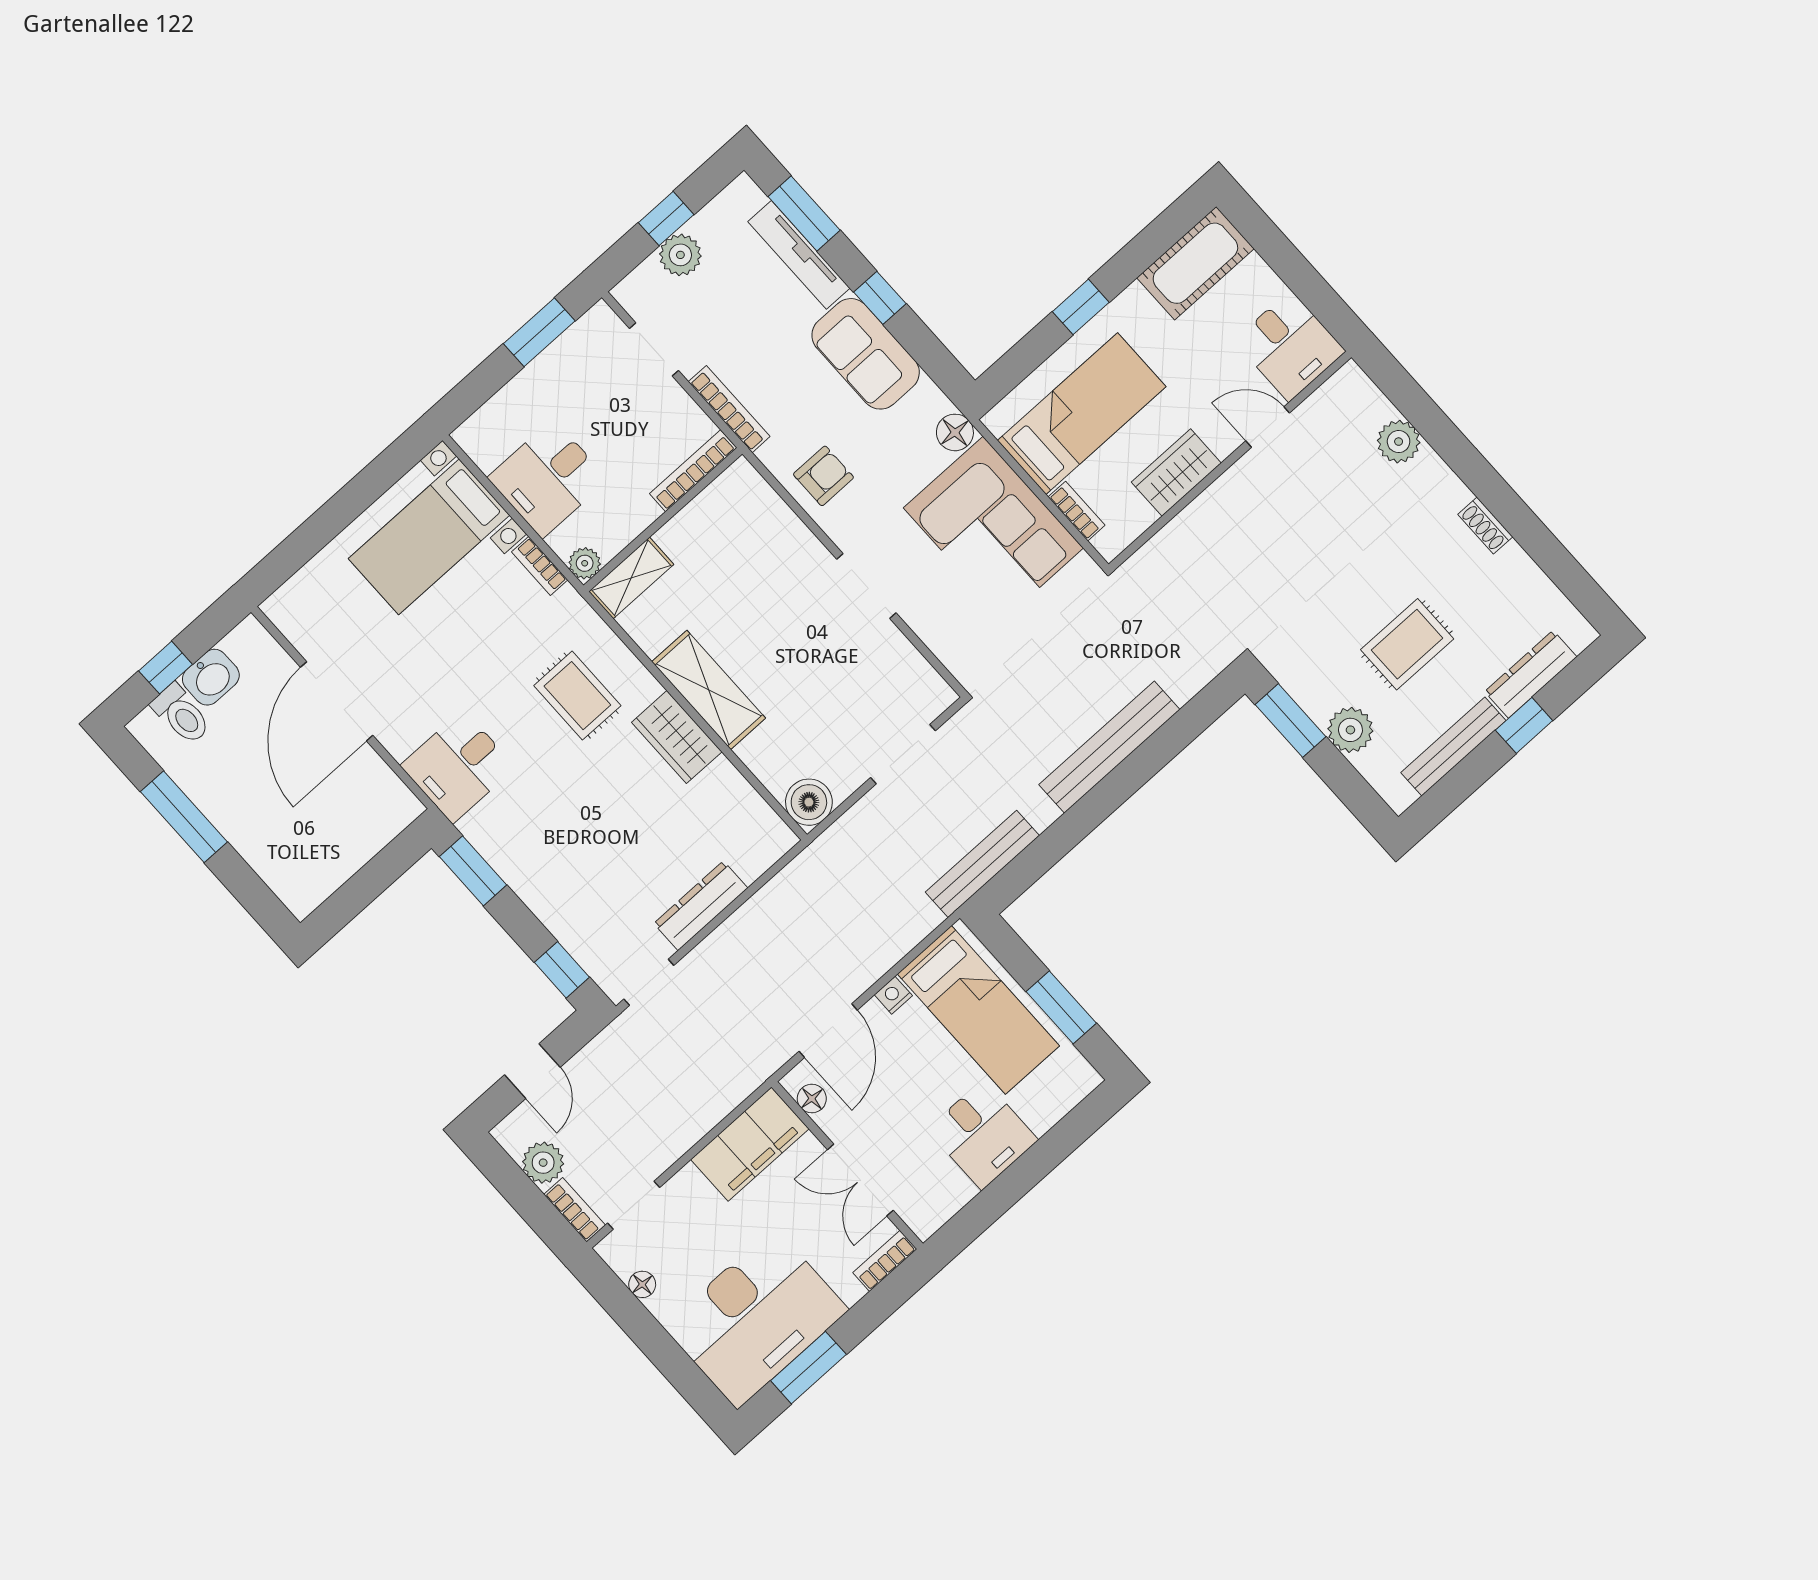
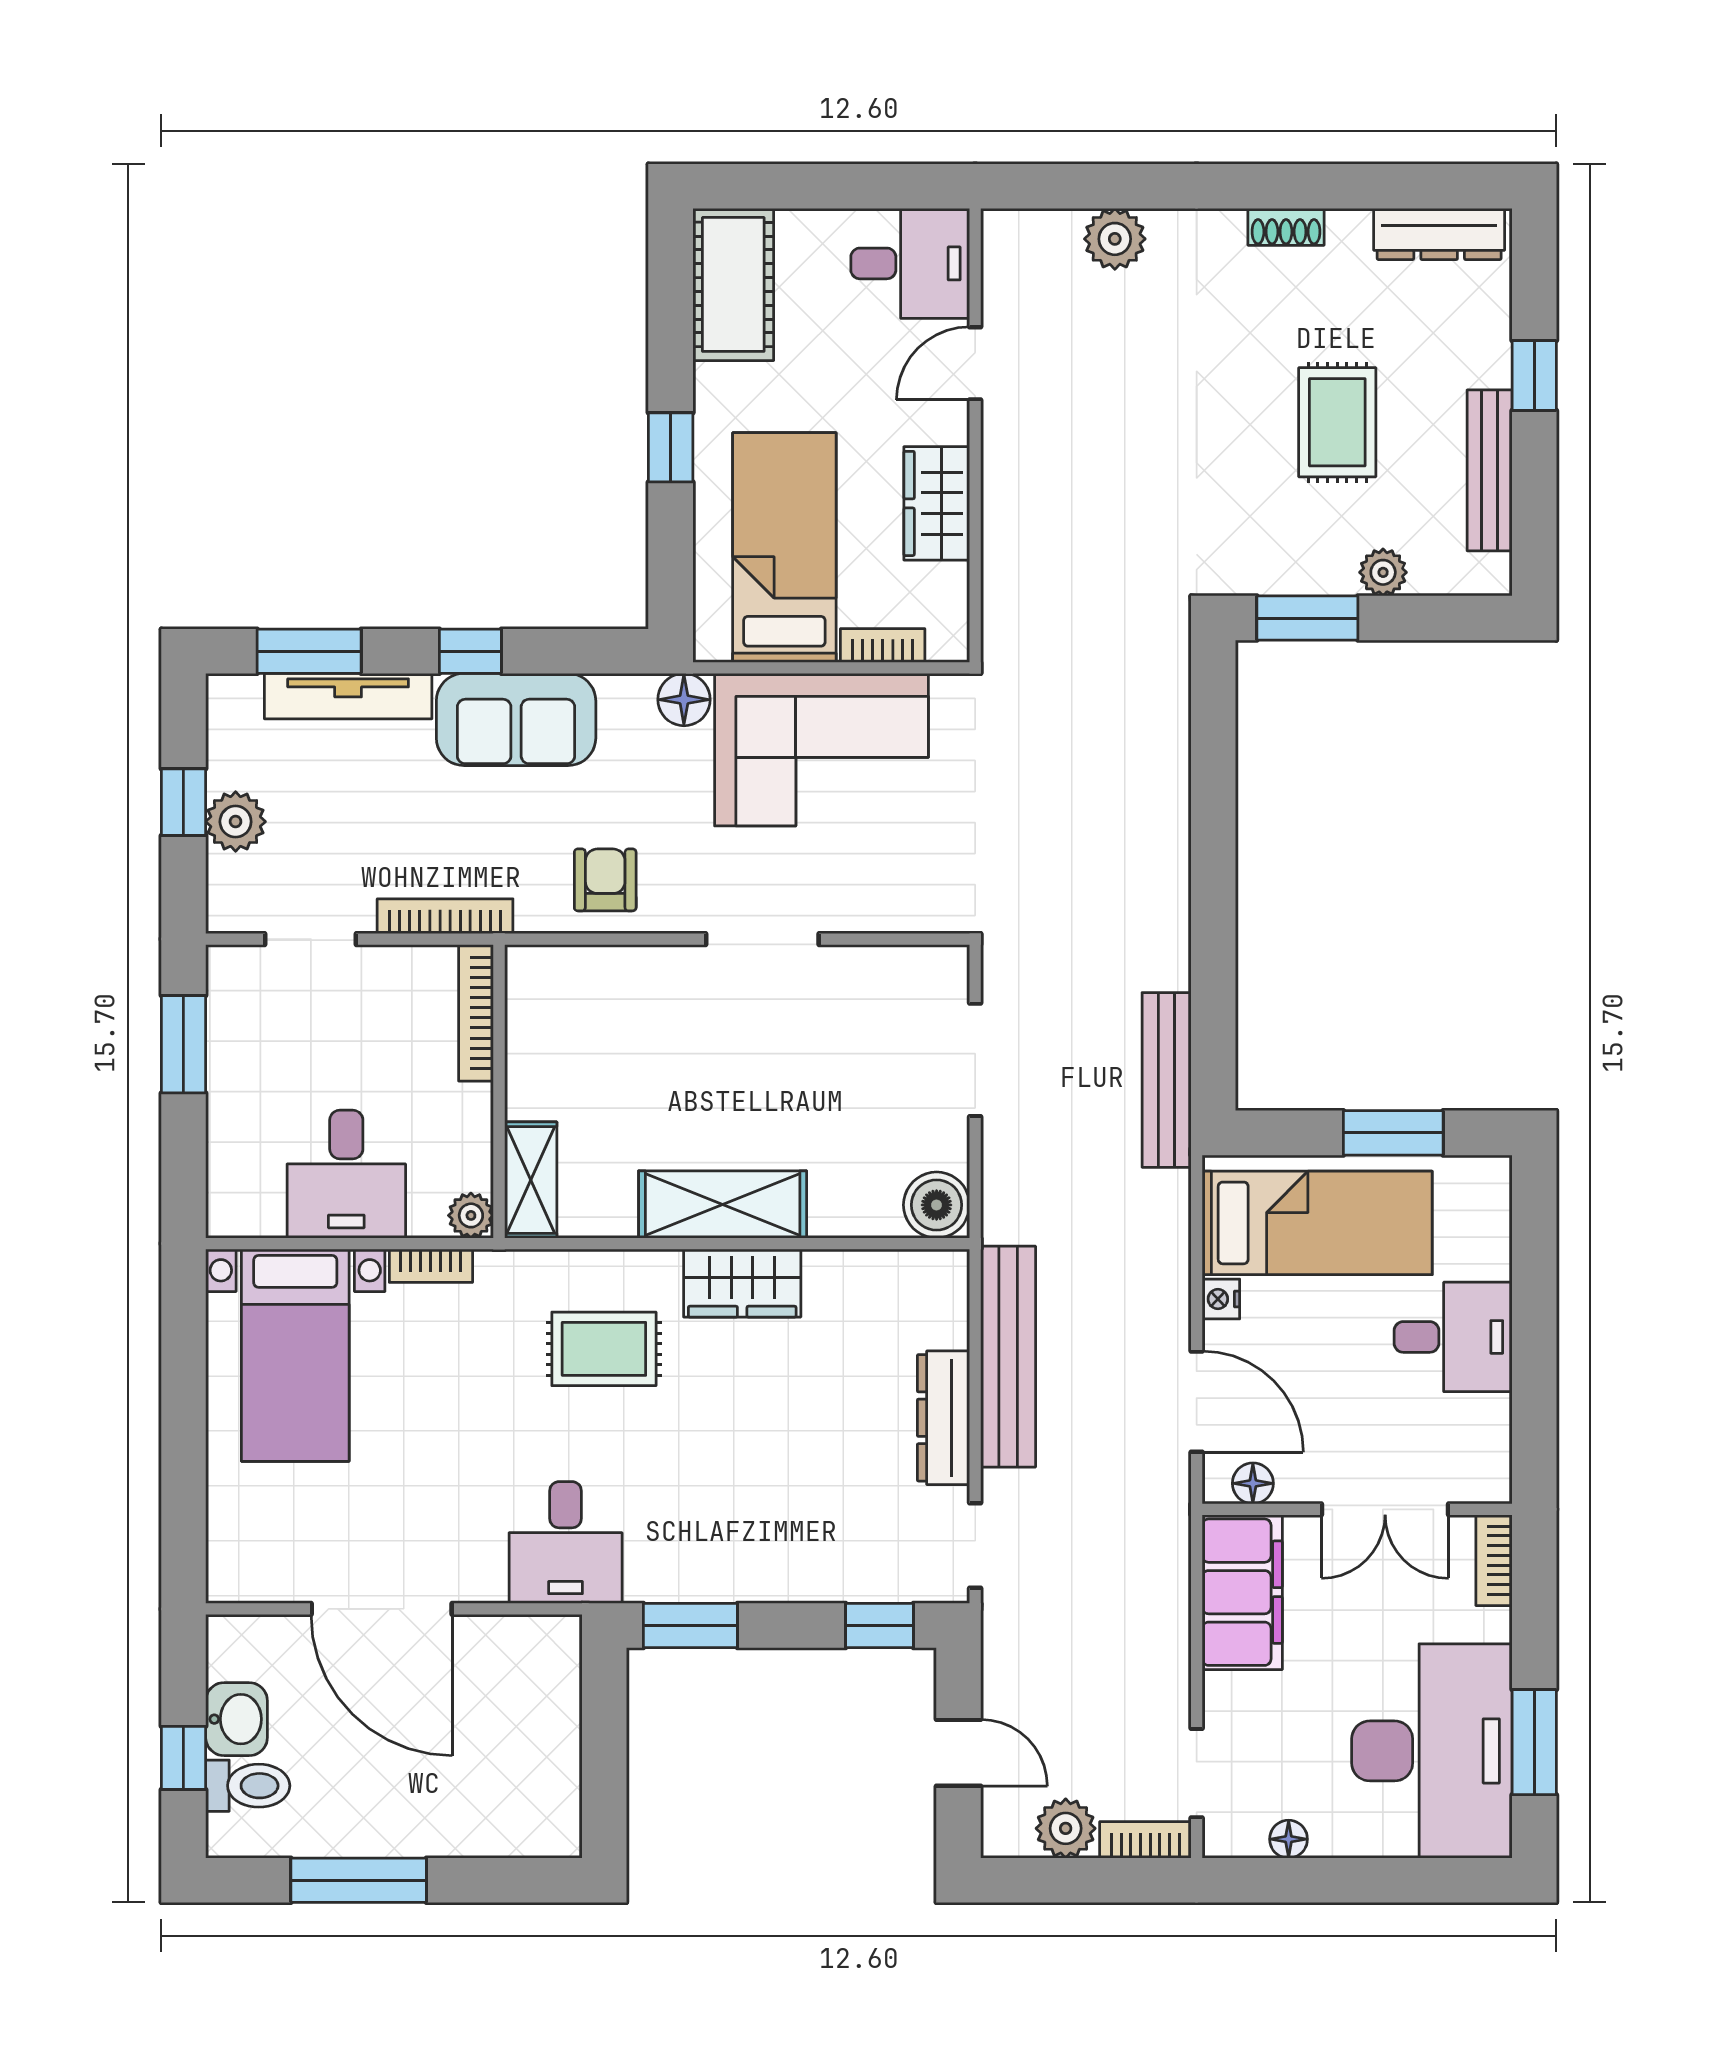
dresser: (1531, 674) -> (1439, 234), moved, turned -90
plant: (1350, 730) -> (1383, 572), width x0.73, depth x0.73
bench: (1109, 747) -> (1008, 1357), moved

